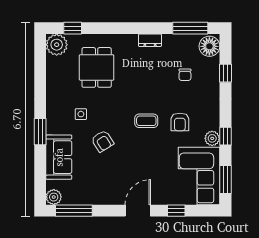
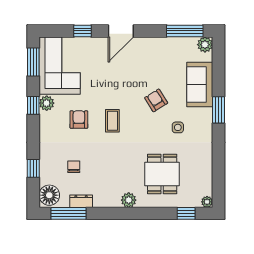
dresser: (150, 40) -> (81, 201), moved
plant: (130, 41) -> (129, 200), added
plant: (57, 45) -> (207, 202), width x0.53, depth x0.53
coffee table: (146, 121) -> (112, 121), turned 90

